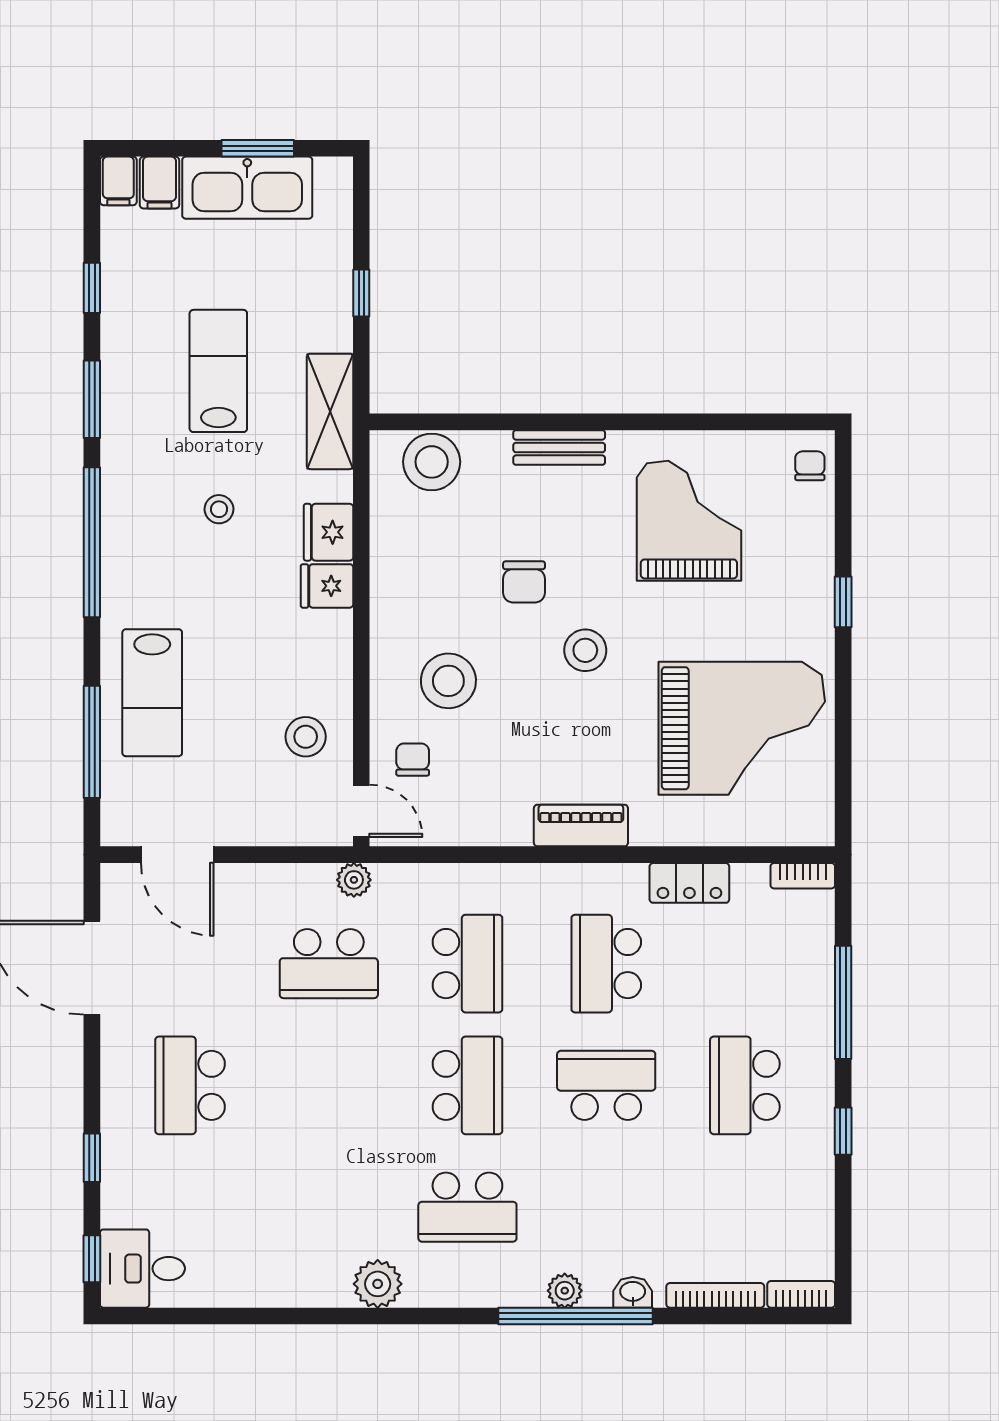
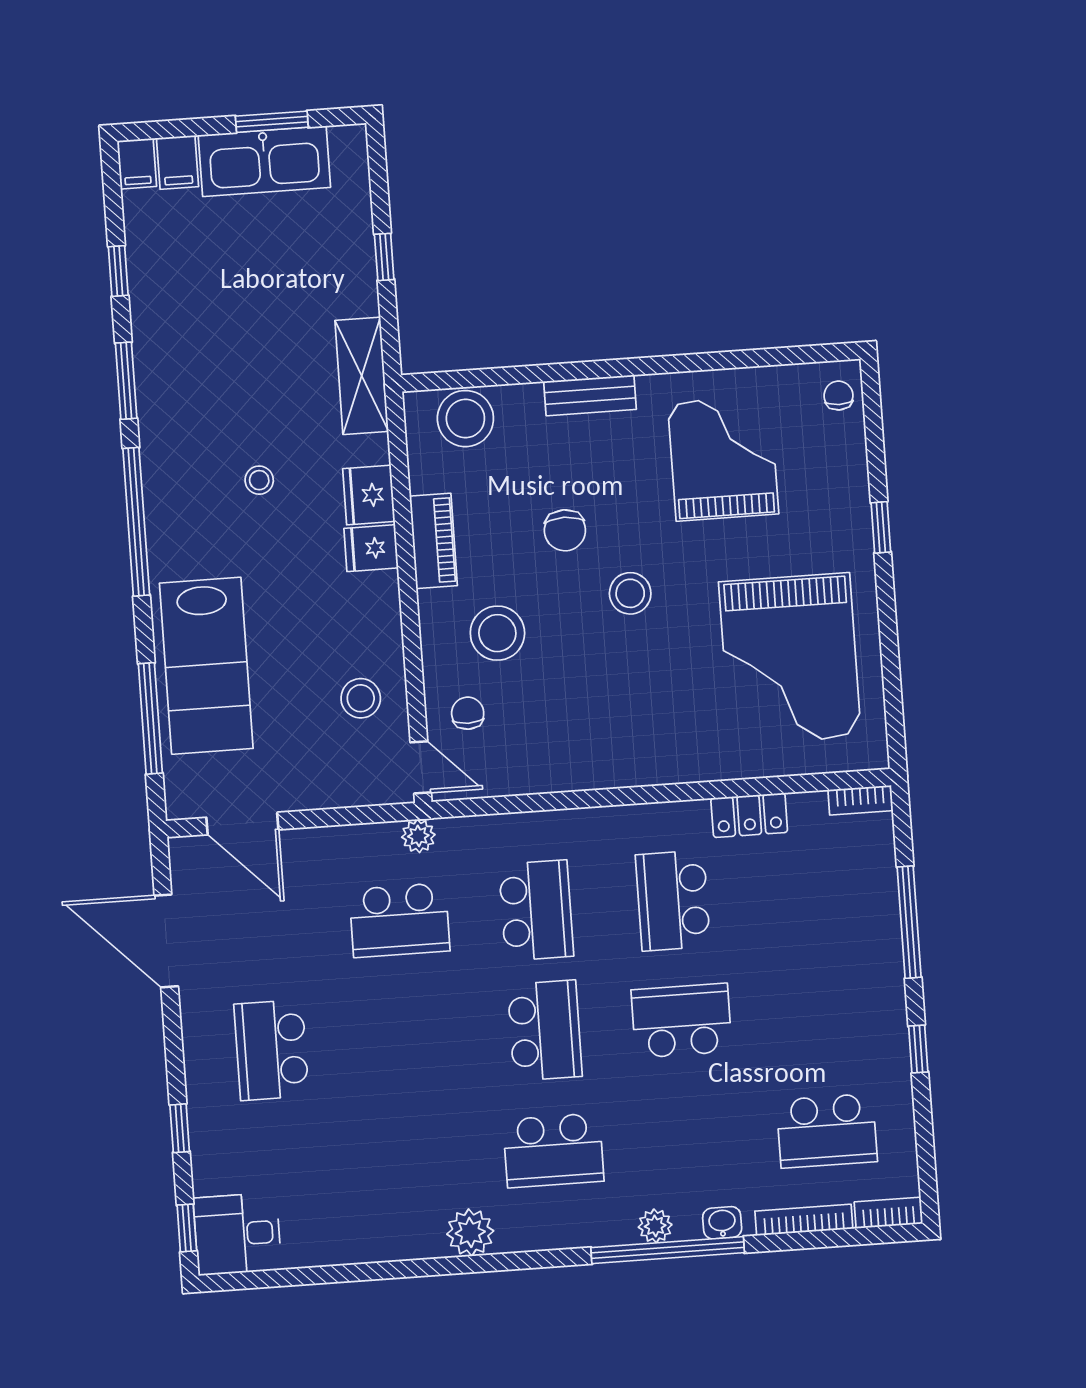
lab bench: (218, 371) -> (249, 344), removed
lab bench: (152, 693) -> (206, 666), width x1.36, depth x1.39
grand piano: (742, 728) -> (790, 659), turned 90
piano: (581, 826) -> (433, 541), moved, turned 90
school desk: (745, 1085) -> (827, 1131), moved, turned -90

